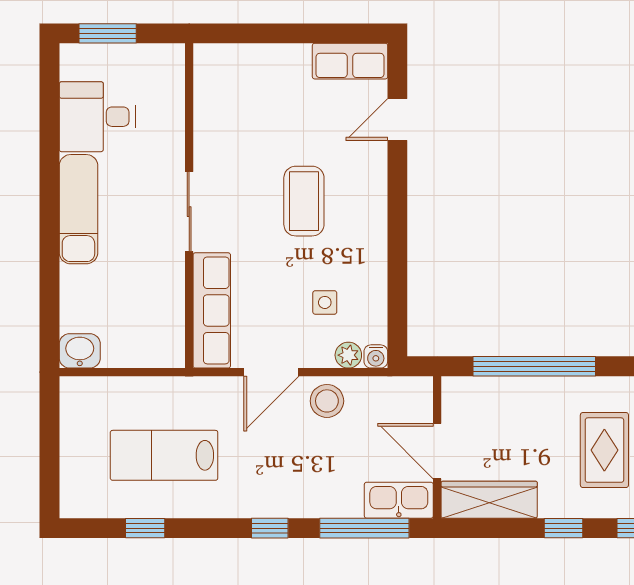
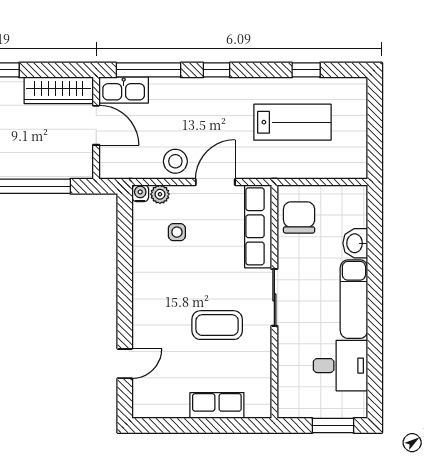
row of seats: (350, 61) -> (217, 406), moved
coffee table: (304, 201) -> (217, 325), moved, turned 90
chair: (155, 323) -> (299, 217), added
washbasin: (80, 351) -> (355, 243), moved, turned 90

